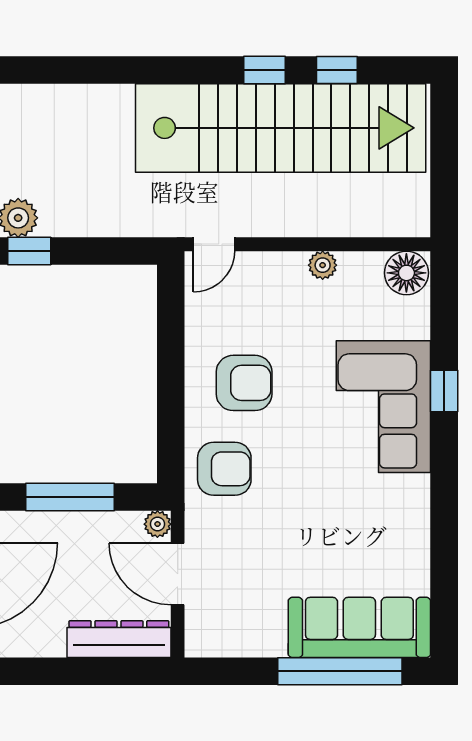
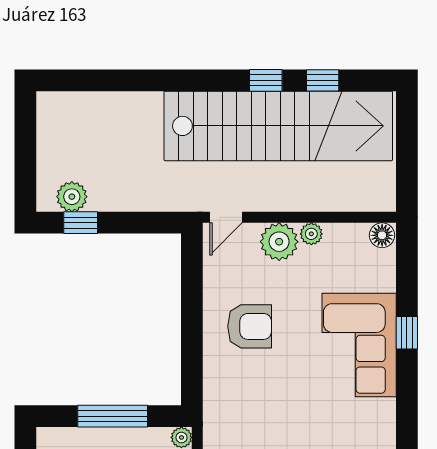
floor lamp: (406, 273) -> (382, 235), width x0.73, depth x0.73
plant: (282, 275) -> (279, 242), added
armchair: (224, 469) -> (234, 394), removed

